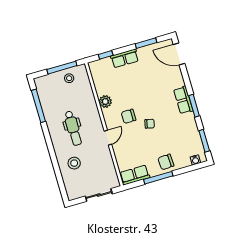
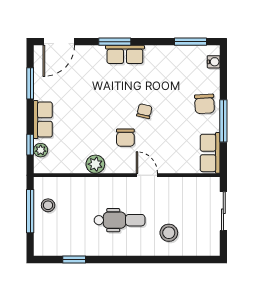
plant: (104, 63) -> (41, 150), added
window: (38, 106) -> (74, 260), width x0.46
window: (194, 106) -> (115, 42), moved

